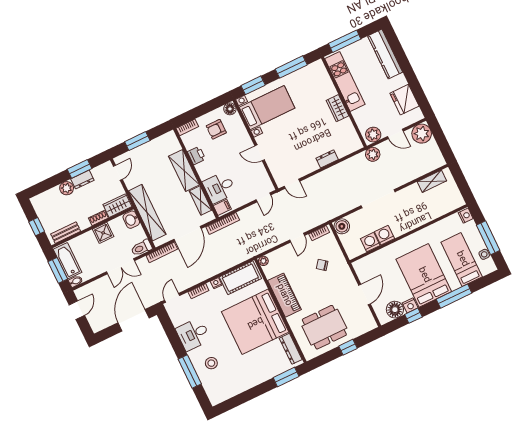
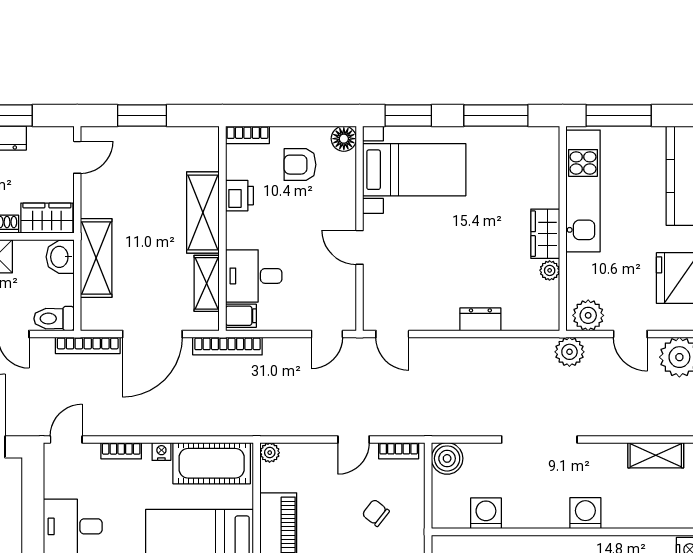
plant: (347, 123) -> (550, 270), added
shelving: (147, 213) -> (96, 258), width x0.68
washing machine: (384, 235) -> (585, 513), moved

